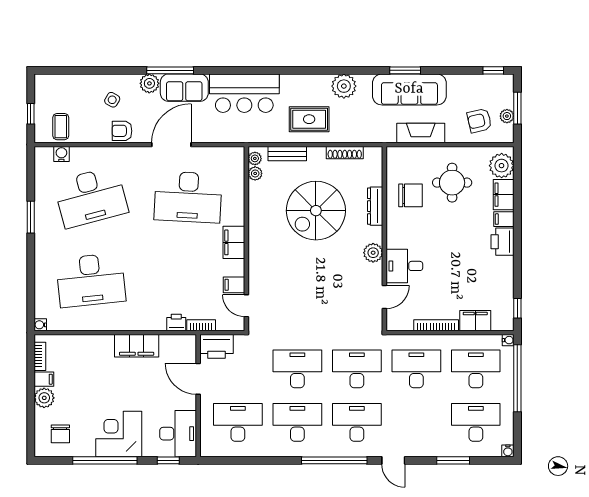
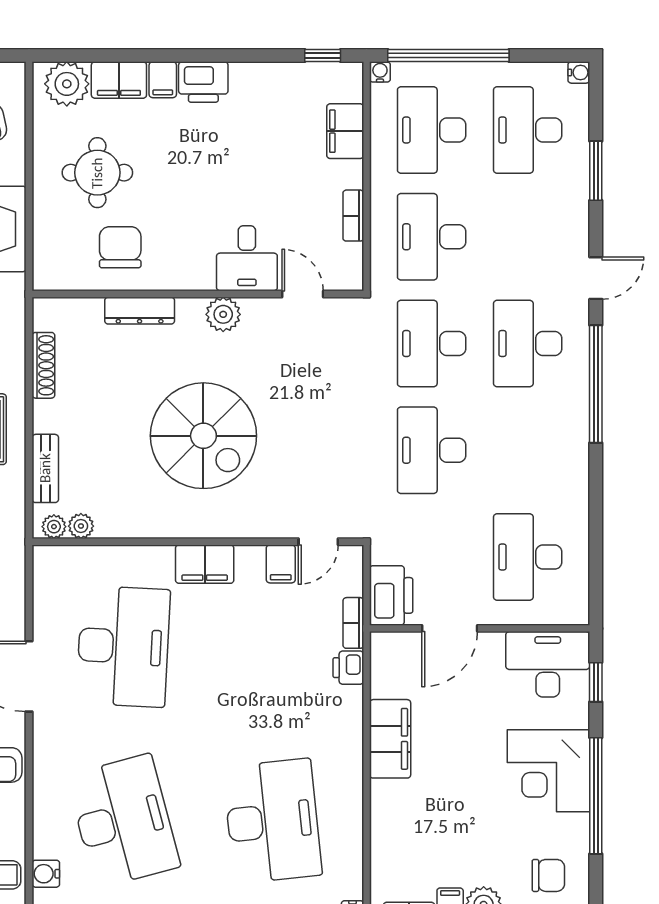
spiral stairs: (316, 211) -> (203, 436), moved
bookcase: (436, 325) -> (353, 216), width x0.64
desk: (297, 422) -> (528, 450), removed

